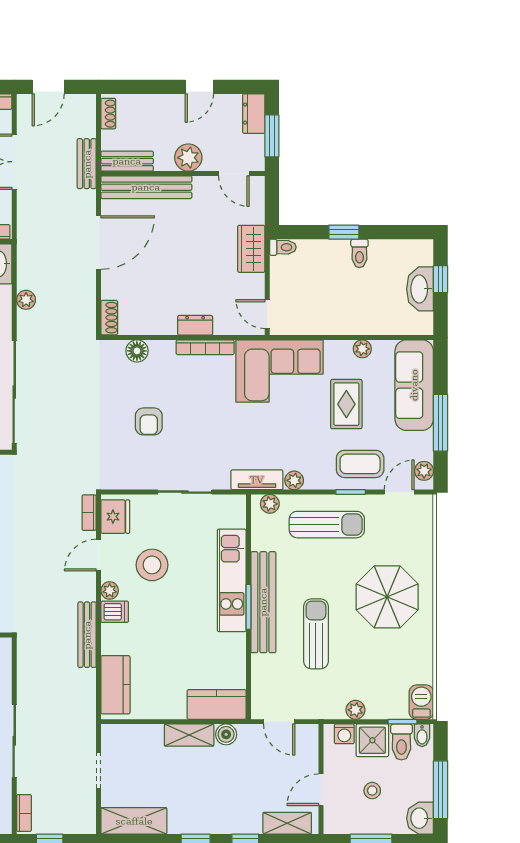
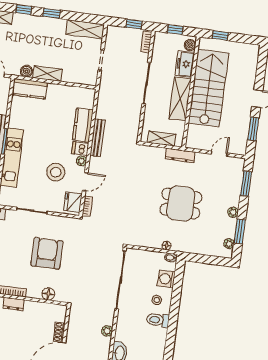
shoe rack: (109, 318) -> (59, 332), moved
armchair: (149, 421) -> (47, 253), width x1.88, depth x1.88
kitchen counter: (115, 685) -> (83, 125), moved

